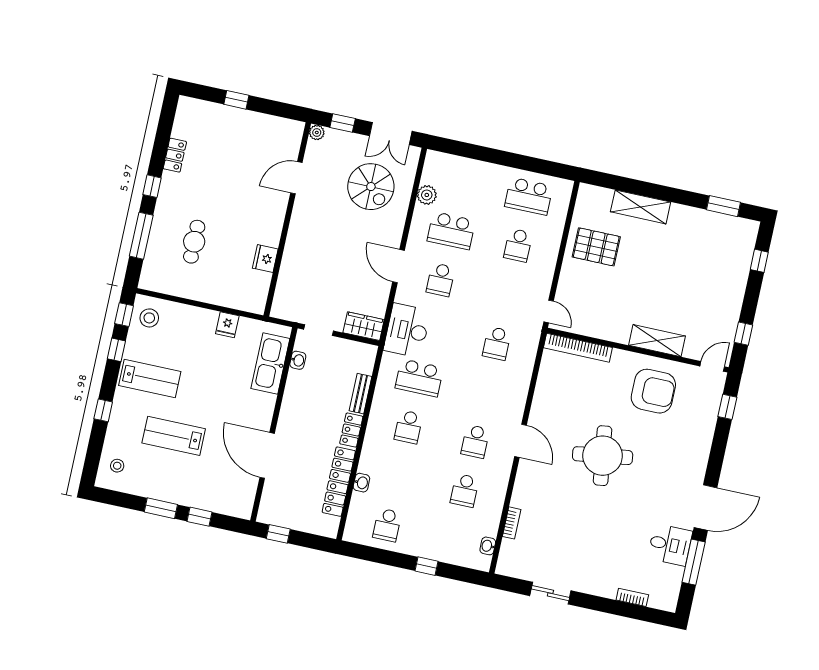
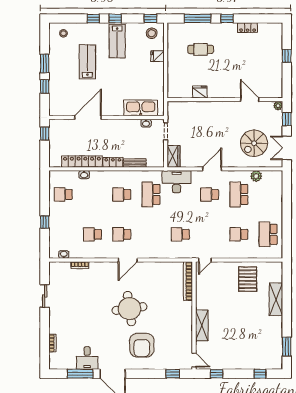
fridge: (227, 325) -> (157, 56), moved
window: (116, 350) -> (115, 18), moved
armchair: (653, 391) -> (142, 345), moved

